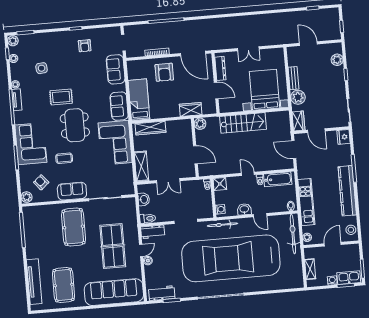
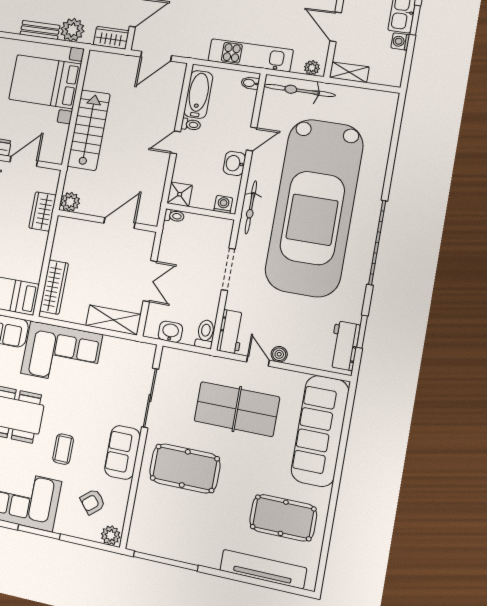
shelving: (310, 269) -> (349, 72), moved

